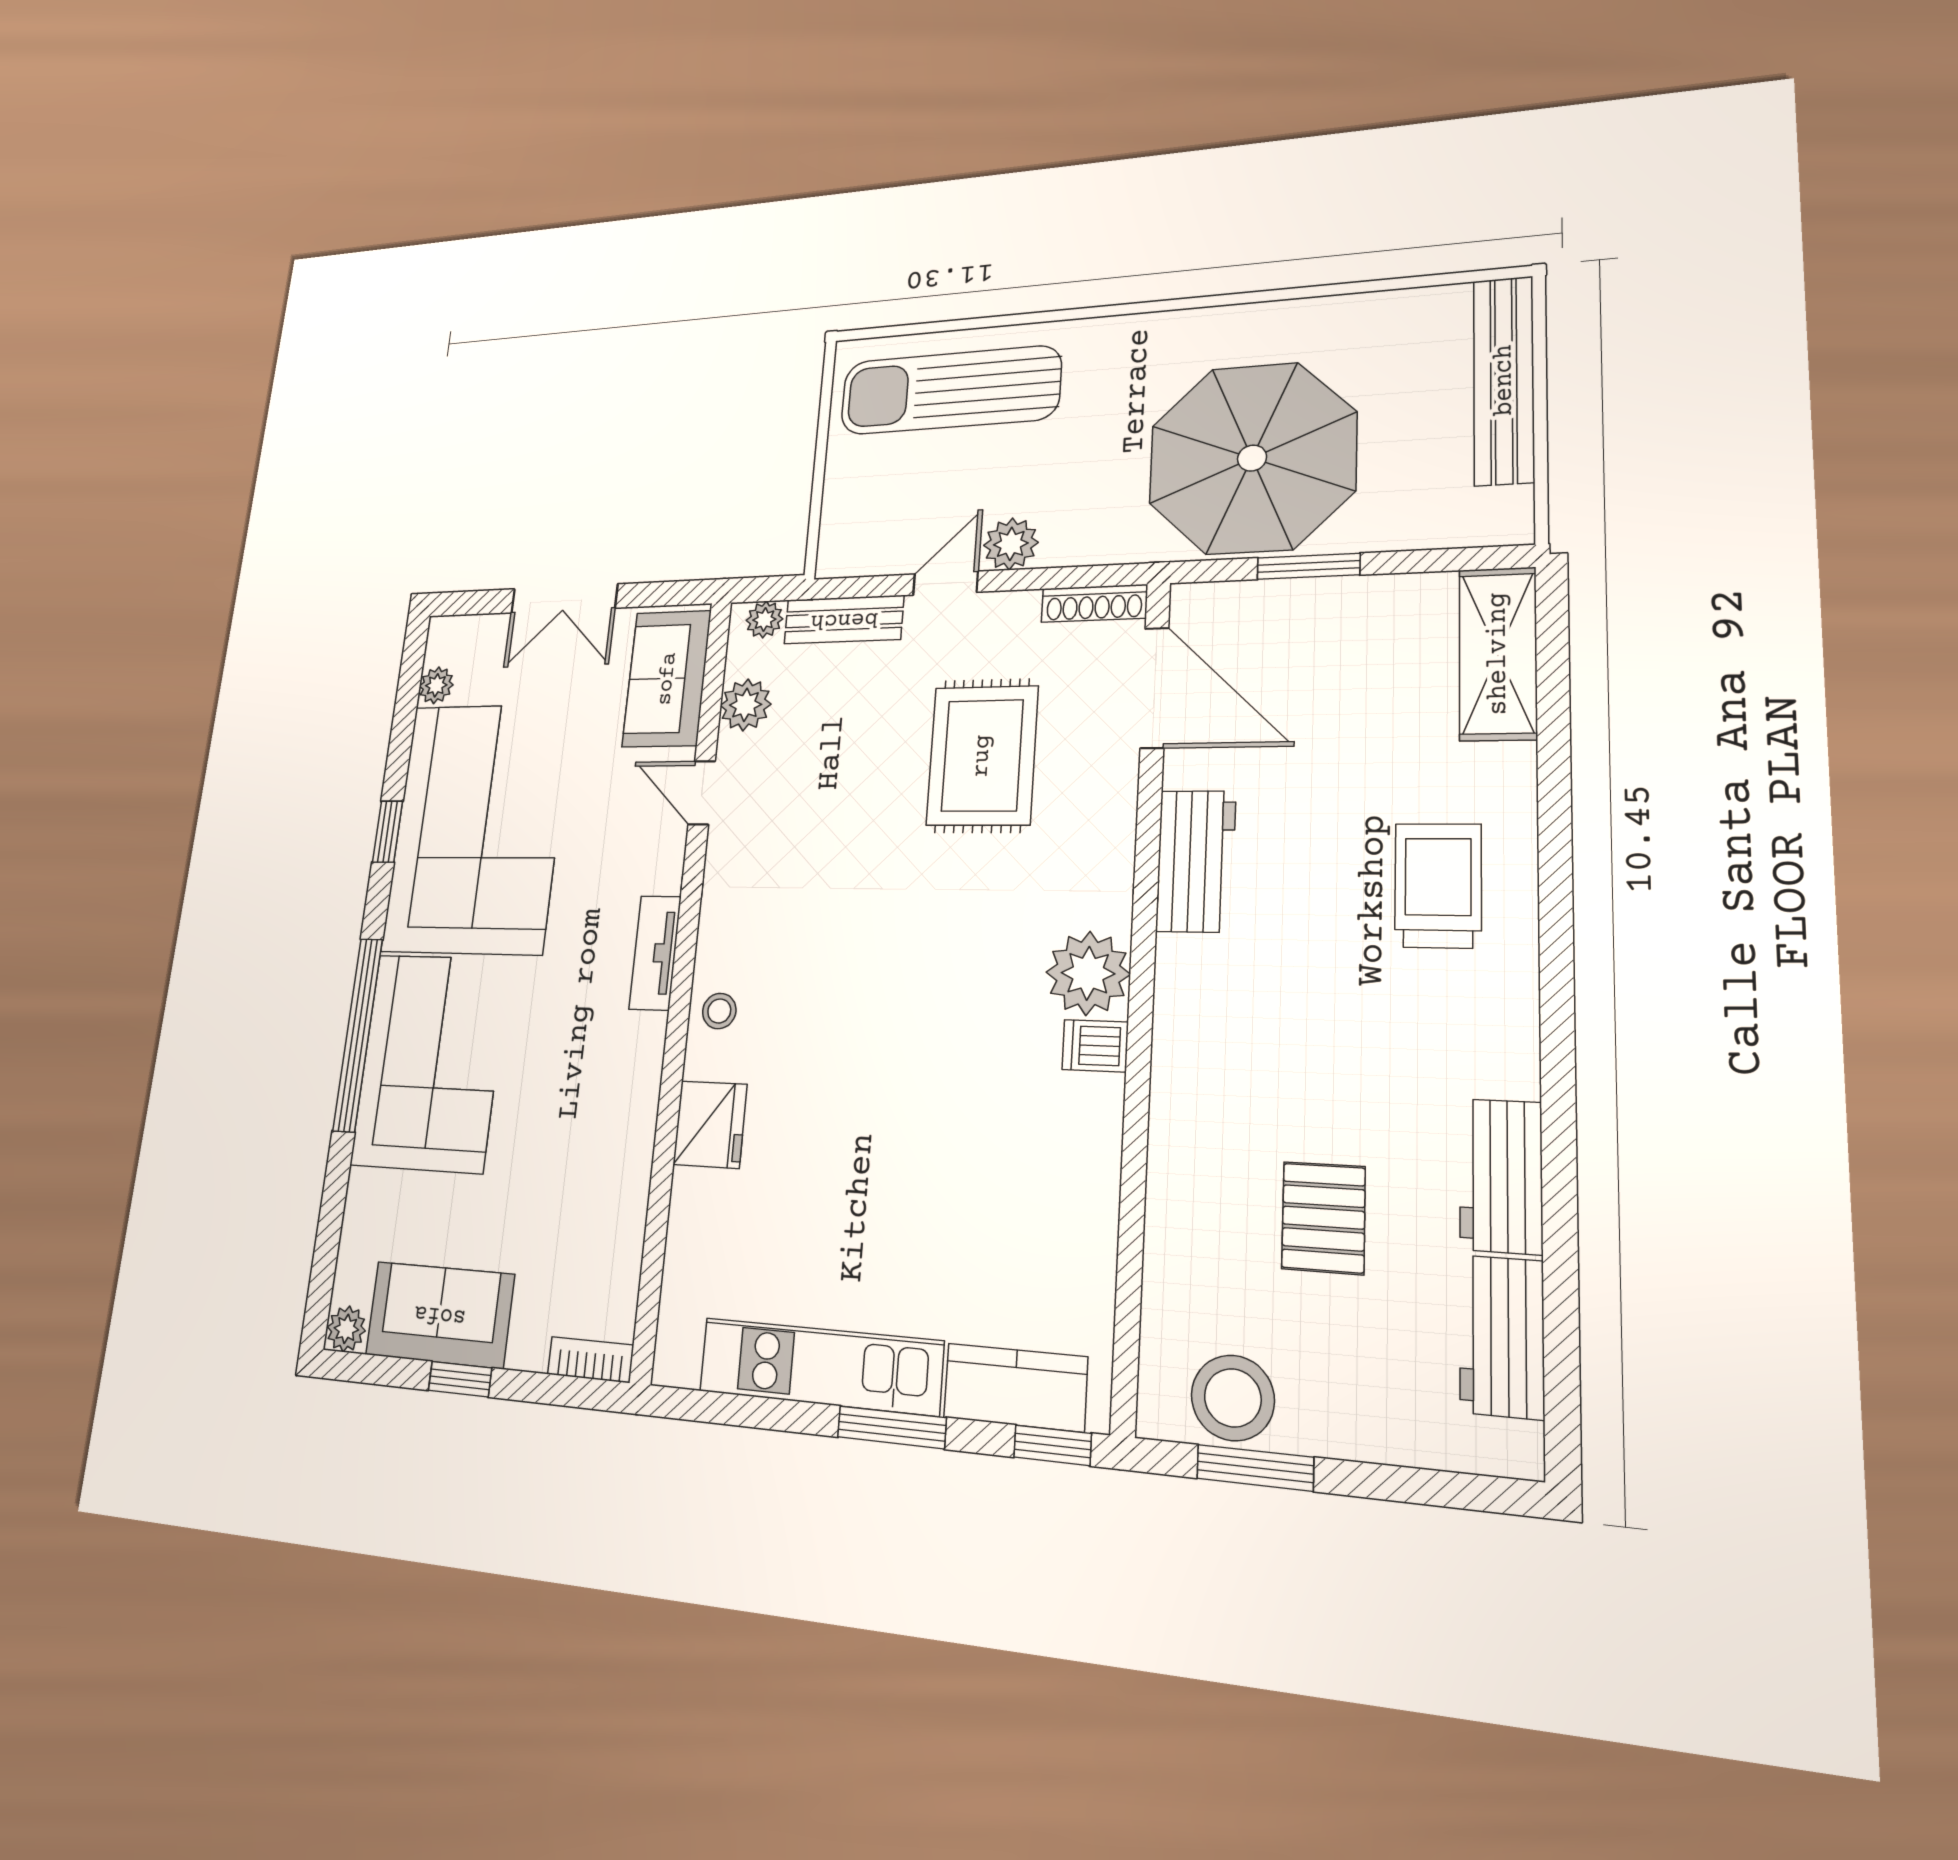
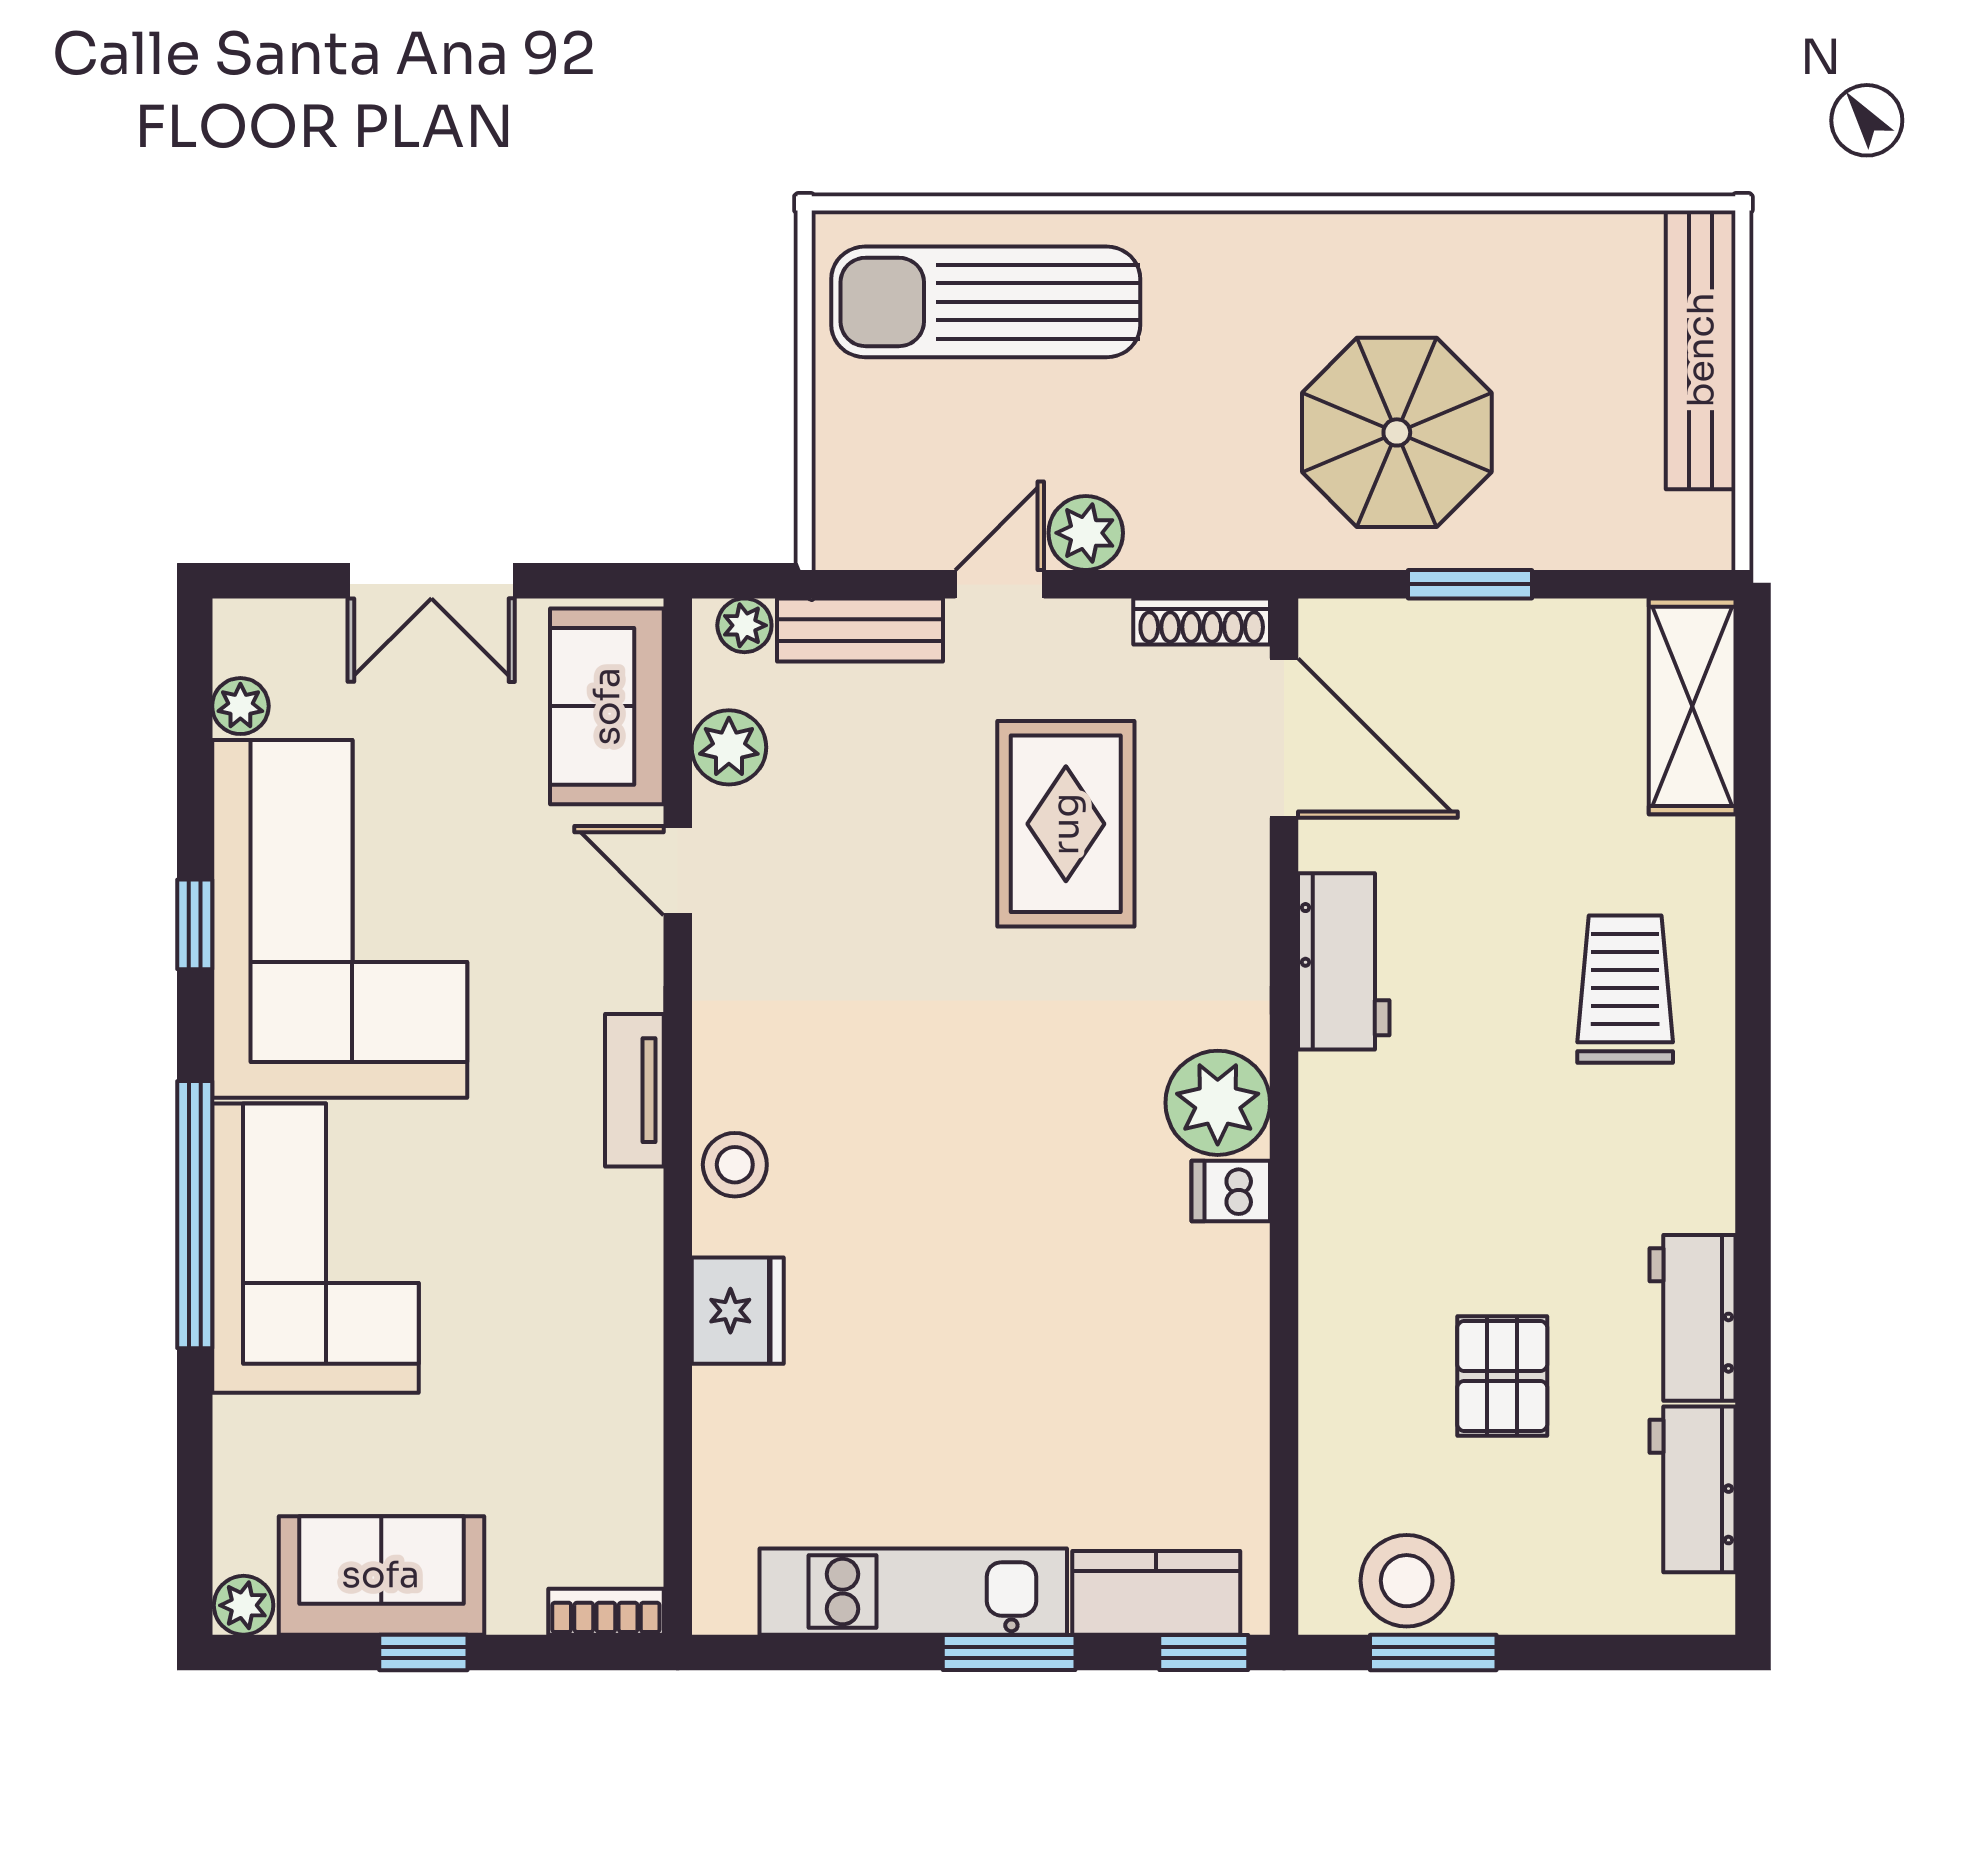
parasol: (1252, 458) -> (1397, 432), width x0.73, depth x0.73
stool: (719, 1011) -> (735, 1165), width x1.37, depth x1.37

